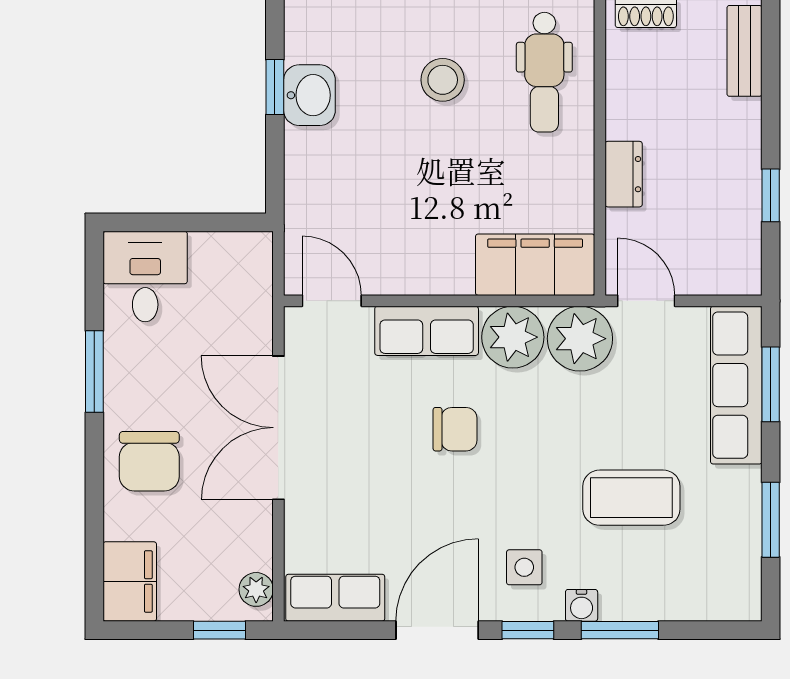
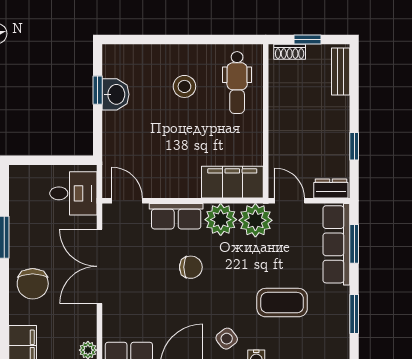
dresser: (624, 174) -> (331, 188), moved, turned -90
desk: (145, 277) -> (73, 193), moved, turned 90
side table: (524, 567) -> (227, 339), turned -38

